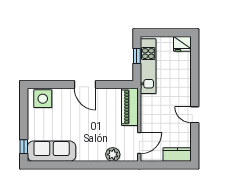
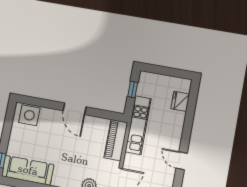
fridge: (182, 44) -> (180, 101), moved, turned 90
kitchen unit: (148, 66) -> (138, 125), moved

